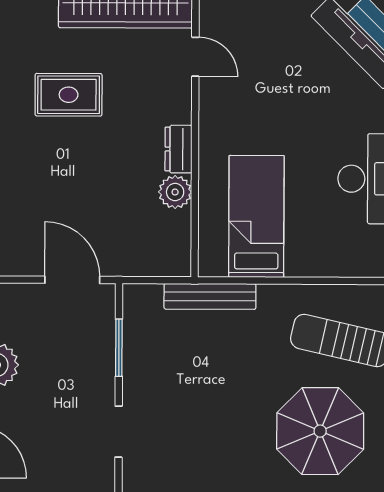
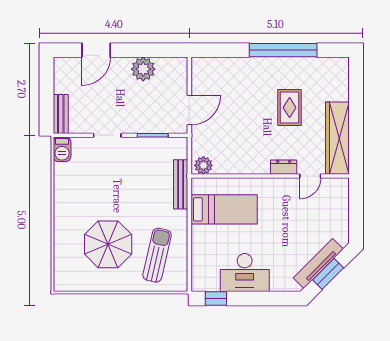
dresser: (178, 149) -> (284, 167), moved
plant: (175, 192) -> (203, 165), moved

